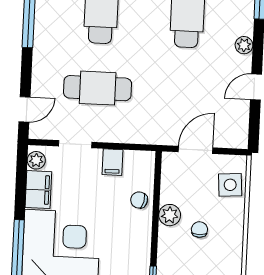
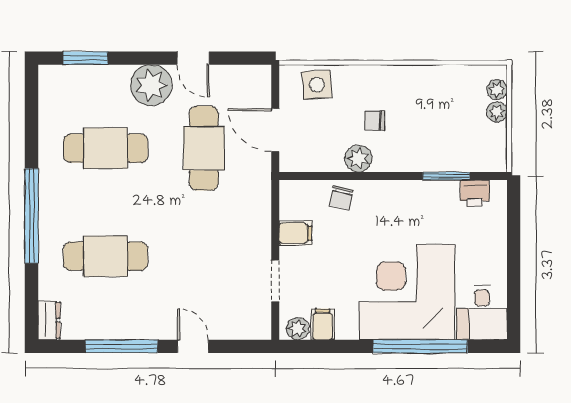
plant: (244, 45) -> (151, 85), width x1.88, depth x1.88
cafe table: (98, 88) -> (204, 148), moved
door: (24, 109) -> (193, 346), moved
filing cabinet: (38, 190) -> (323, 324), width x0.50

